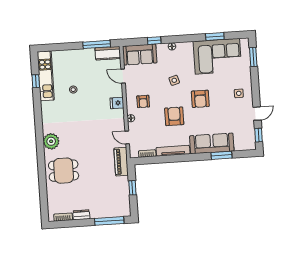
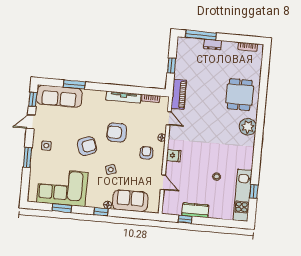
window: (154, 41) -> (101, 212), moved
window: (97, 44) -> (185, 219), width x0.46
kitchen counter: (108, 53) -> (195, 210), moved
sofa: (140, 54) -> (130, 201), moved
window: (253, 57) -> (28, 157), moved
armchair: (200, 99) -> (87, 146), turned 71
armchair: (174, 116) -> (117, 132), turned 90
sofa: (212, 143) -> (59, 96), moved
dining table: (64, 171) -> (240, 95), turned 90
dresser: (81, 215) -> (212, 44), moved

